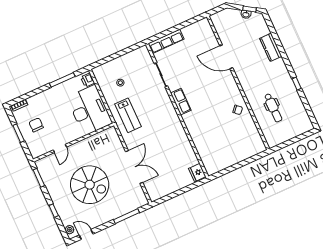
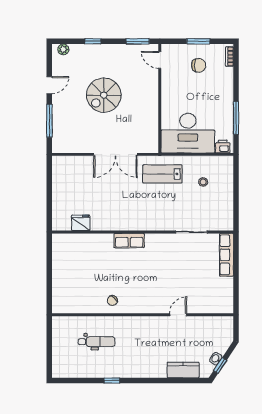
kitchen counter: (271, 47) -> (183, 370), moved
door: (226, 57) -> (178, 315), width x0.53
row of seats: (181, 102) -> (129, 241), moved
dental chair: (273, 108) -> (97, 342), turned 180
door: (60, 149) -> (160, 60), moved
double door: (134, 167) -> (115, 154), moved
fridge: (197, 173) -> (81, 223), moved
spiral stairs: (90, 185) -> (104, 95), width x0.73, depth x0.73
door: (86, 234) -> (49, 85), moved

